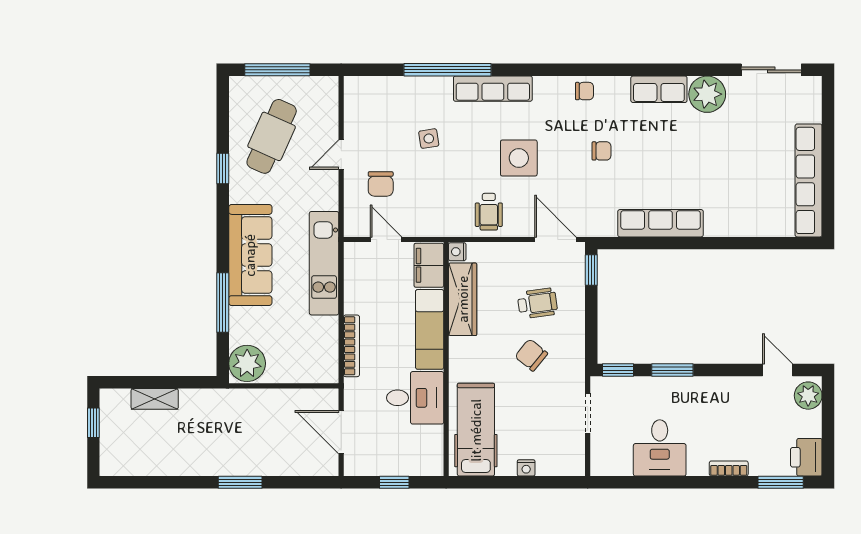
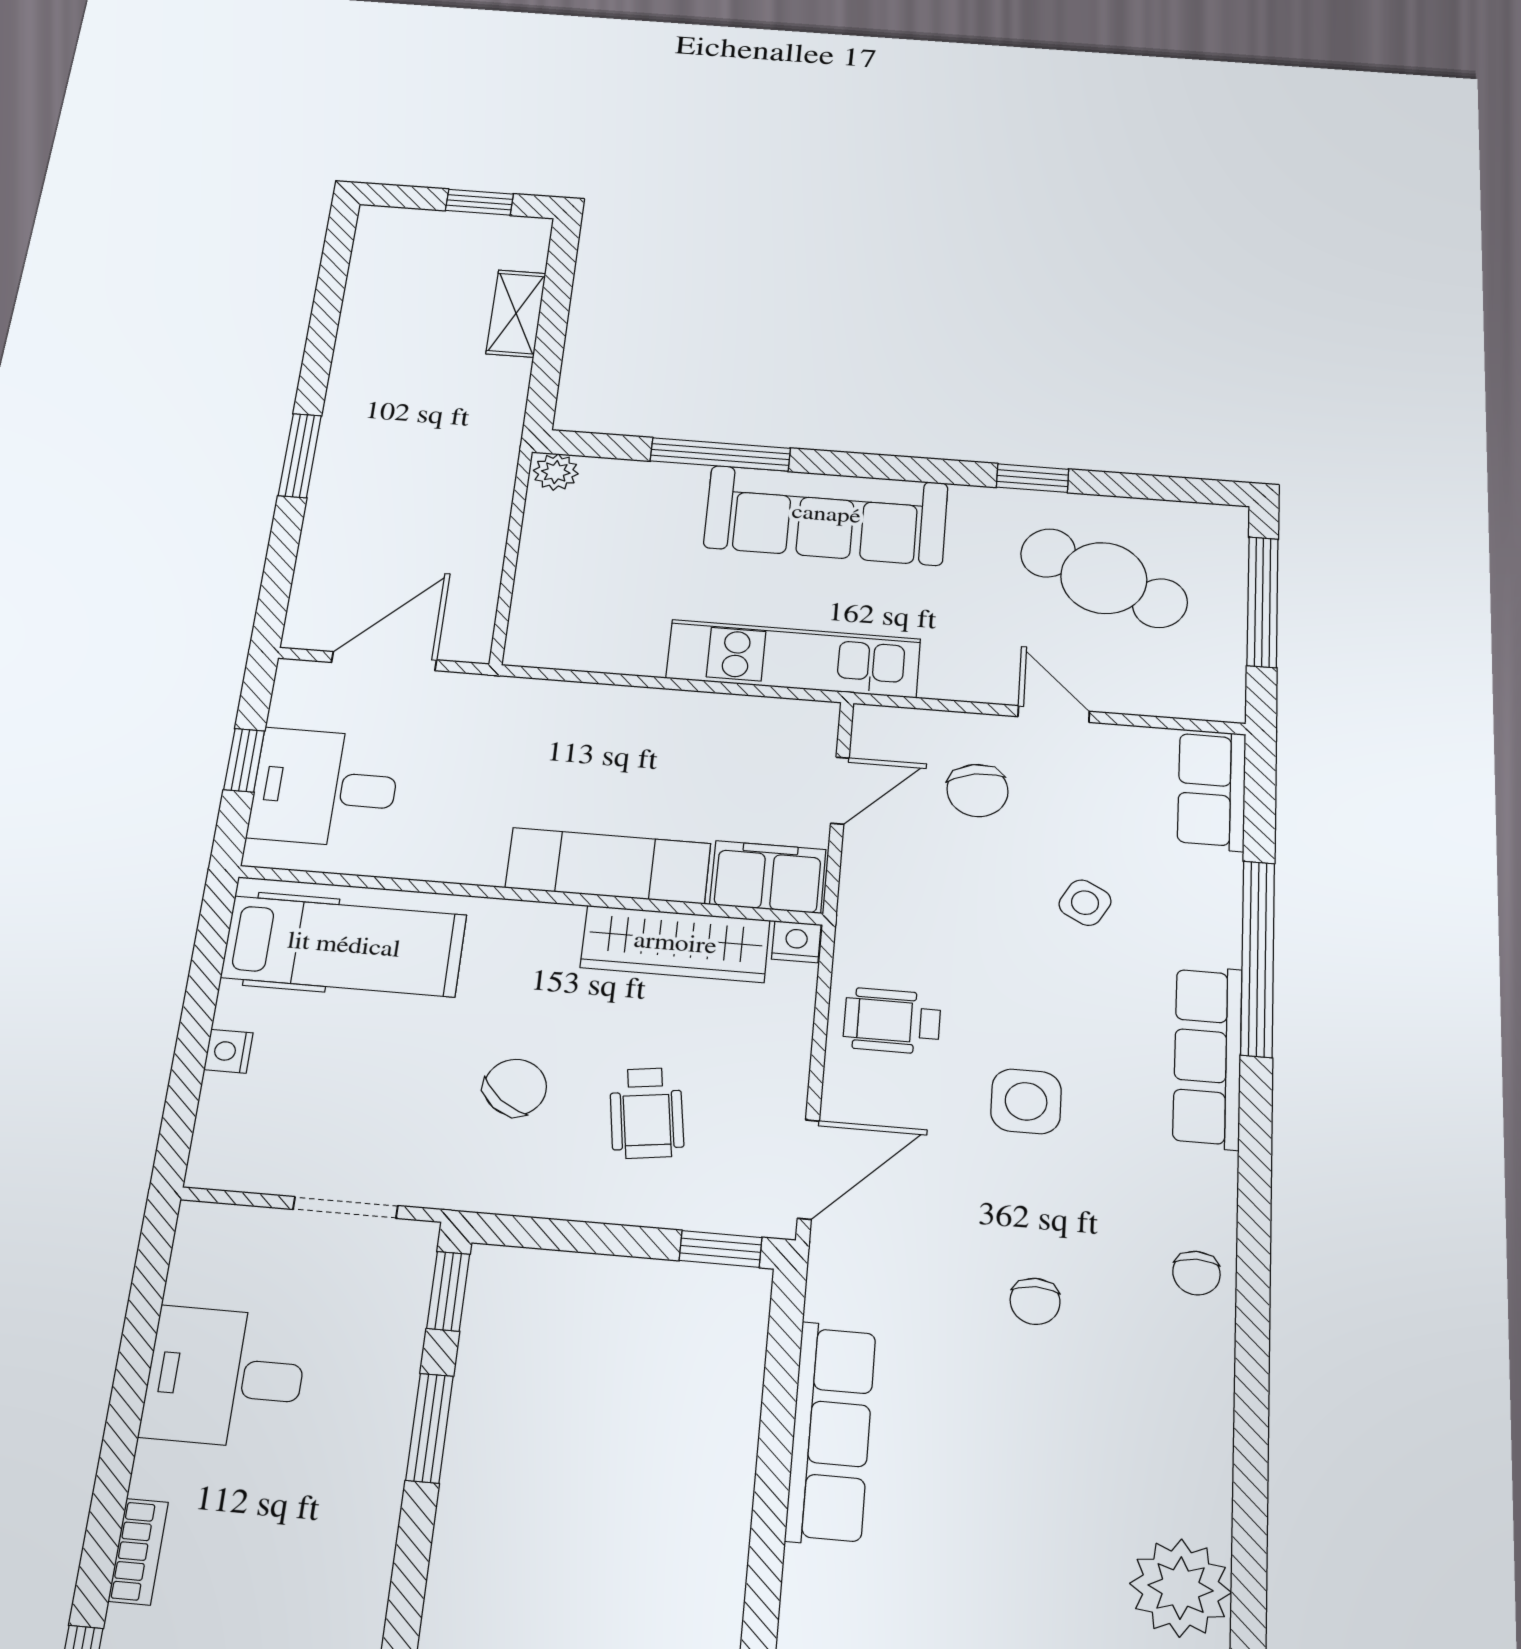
row of seats: (659, 89) -> (1212, 790), moved
side table: (429, 139) -> (1085, 903), turned 38
side table: (519, 158) -> (1026, 1101), width x0.73, depth x0.73
chair: (381, 184) -> (977, 790), turned -101
bookcase: (351, 346) -> (588, 699), removed
plant: (247, 363) -> (556, 472), width x0.53, depth x0.53
desk: (415, 398) -> (325, 788), moved, turned 90

